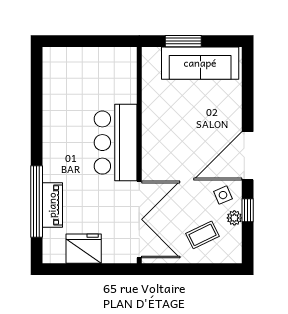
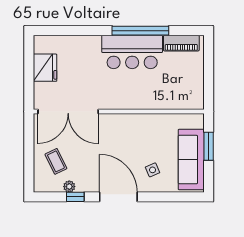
bar counter: (116, 143) -> (132, 52), moved, turned 180
side table: (223, 195) -> (153, 170), moved
window: (37, 201) -> (140, 31), moved
piano: (52, 205) -> (181, 43), moved

